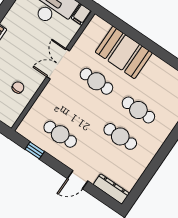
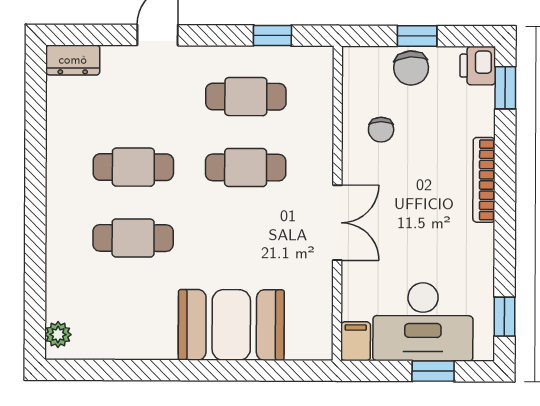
cafe table: (96, 81) -> (246, 167), moved
dresser: (111, 189) -> (73, 60), width x0.70

